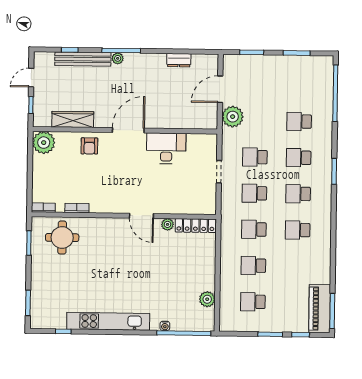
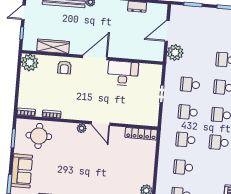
plant: (167, 224) -> (82, 128), moved
sofa: (43, 285) -> (22, 171), added

